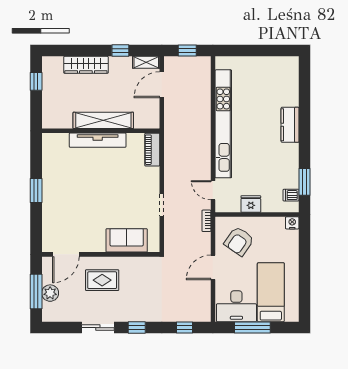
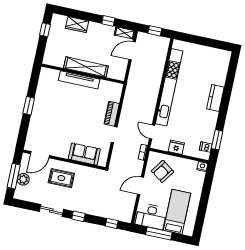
wardrobe: (86, 65) -> (77, 25), width x0.67
piano: (152, 150) -> (112, 114), moved

